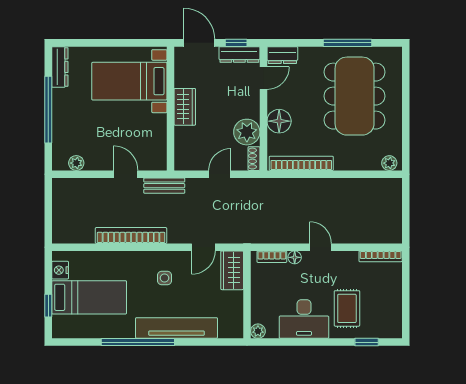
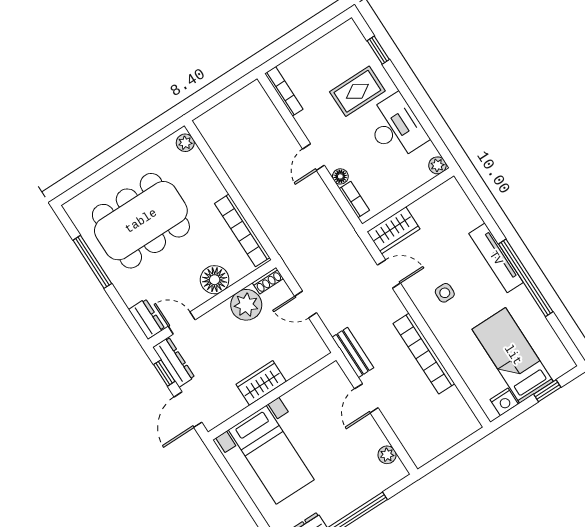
tv unit: (177, 328) -> (496, 258), width x0.73, depth x0.78

